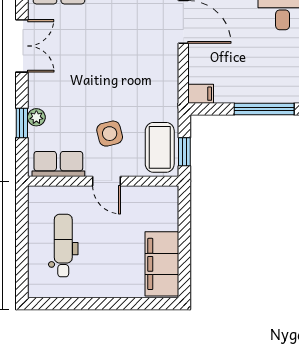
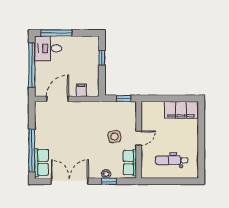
double door: (22, 46) -> (70, 181), width x1.37
filing cabinet: (201, 94) -> (81, 90), moved
window: (264, 109) -> (102, 58), width x0.46
coffee table: (160, 147) -> (121, 111), removed

